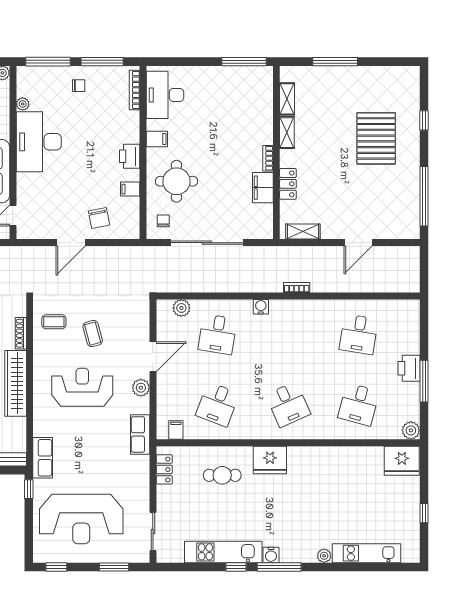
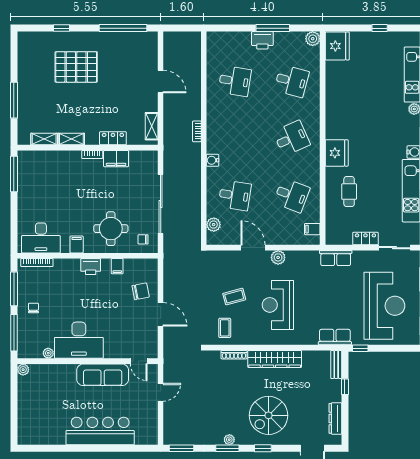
row of seats: (140, 434) -> (336, 258), moved
locker: (164, 469) -> (365, 239), moved

